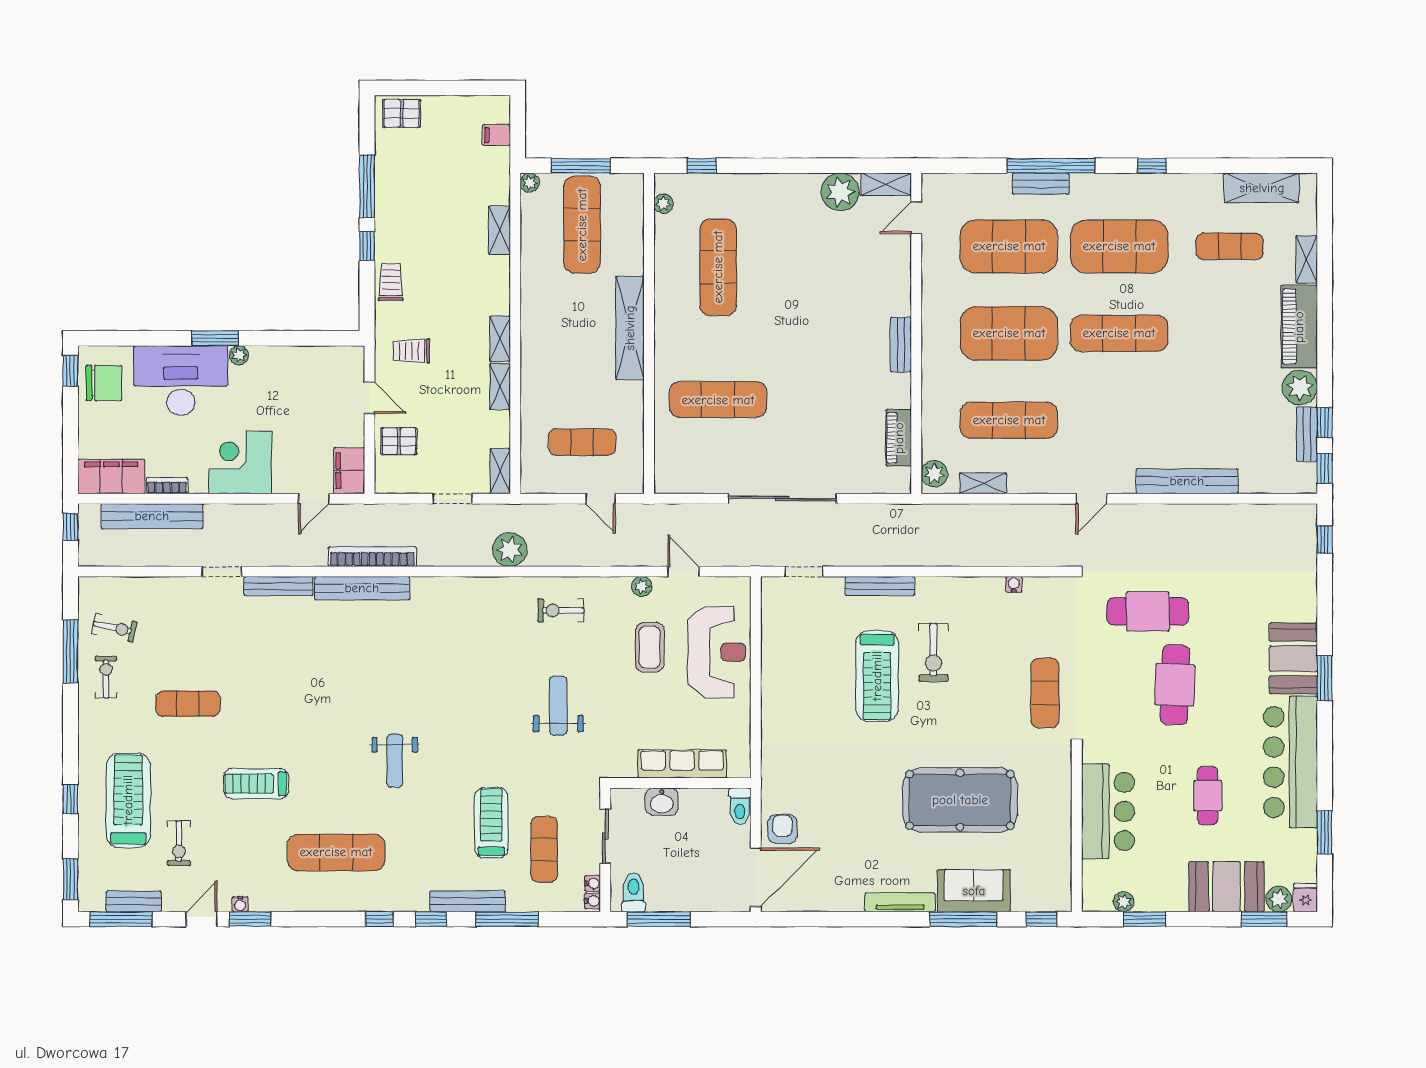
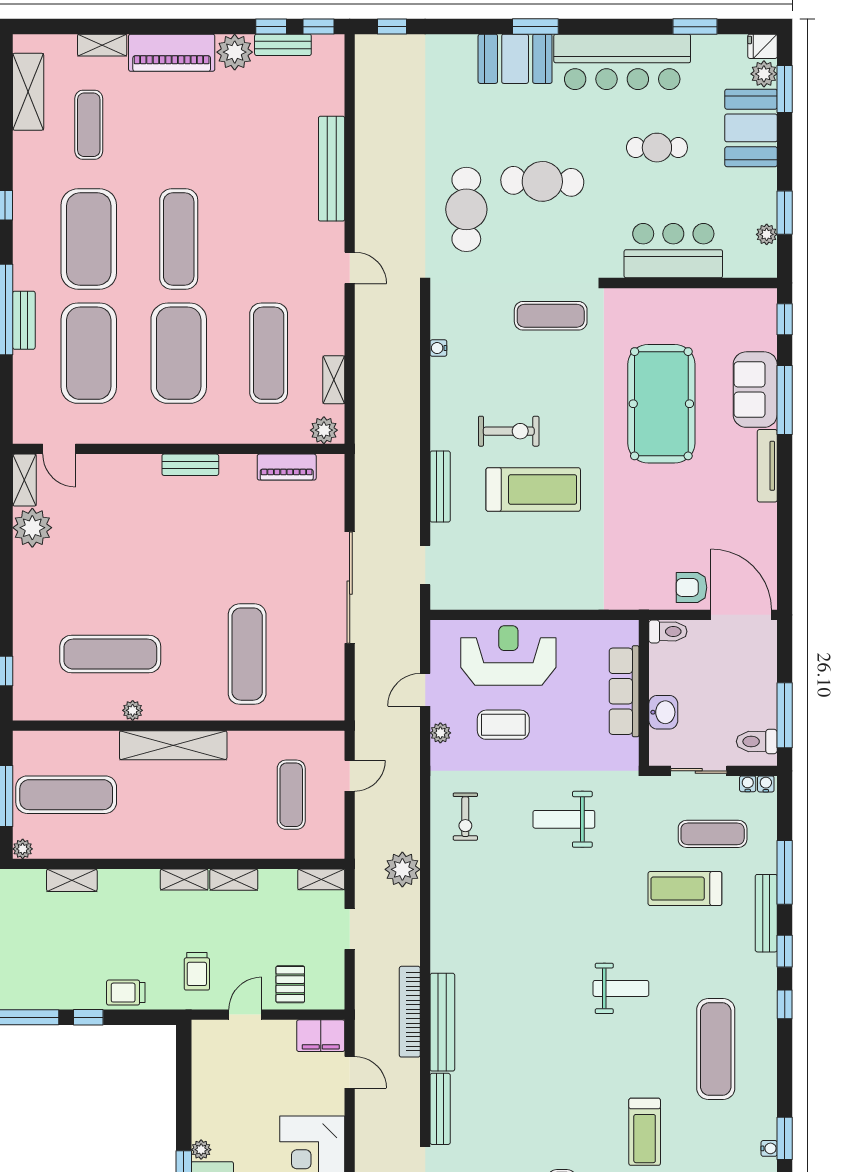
plant: (664, 204) -> (133, 710), moved

